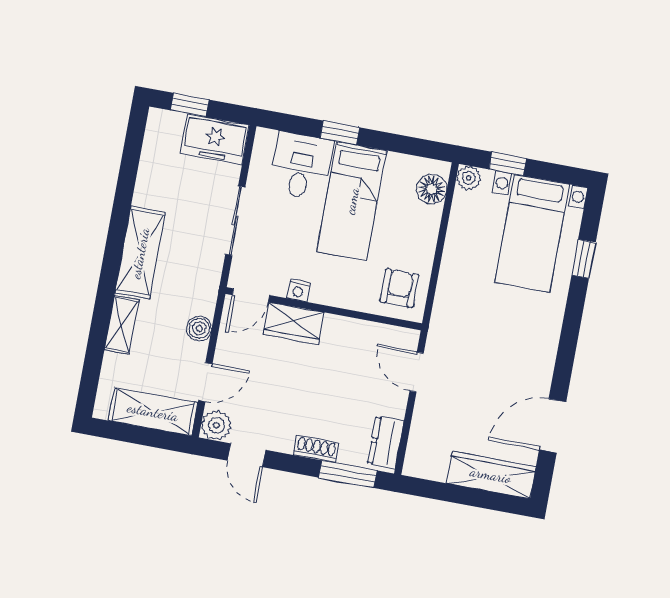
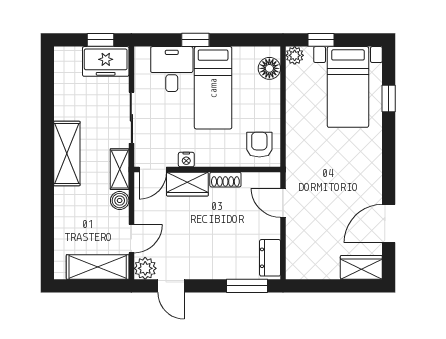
window: (190, 105) -> (100, 40), moved
shelving: (122, 325) -> (120, 169), moved
shoe rack: (316, 449) -> (225, 180), moved, turned 180
wardrobe: (491, 475) -> (361, 267), width x0.67

